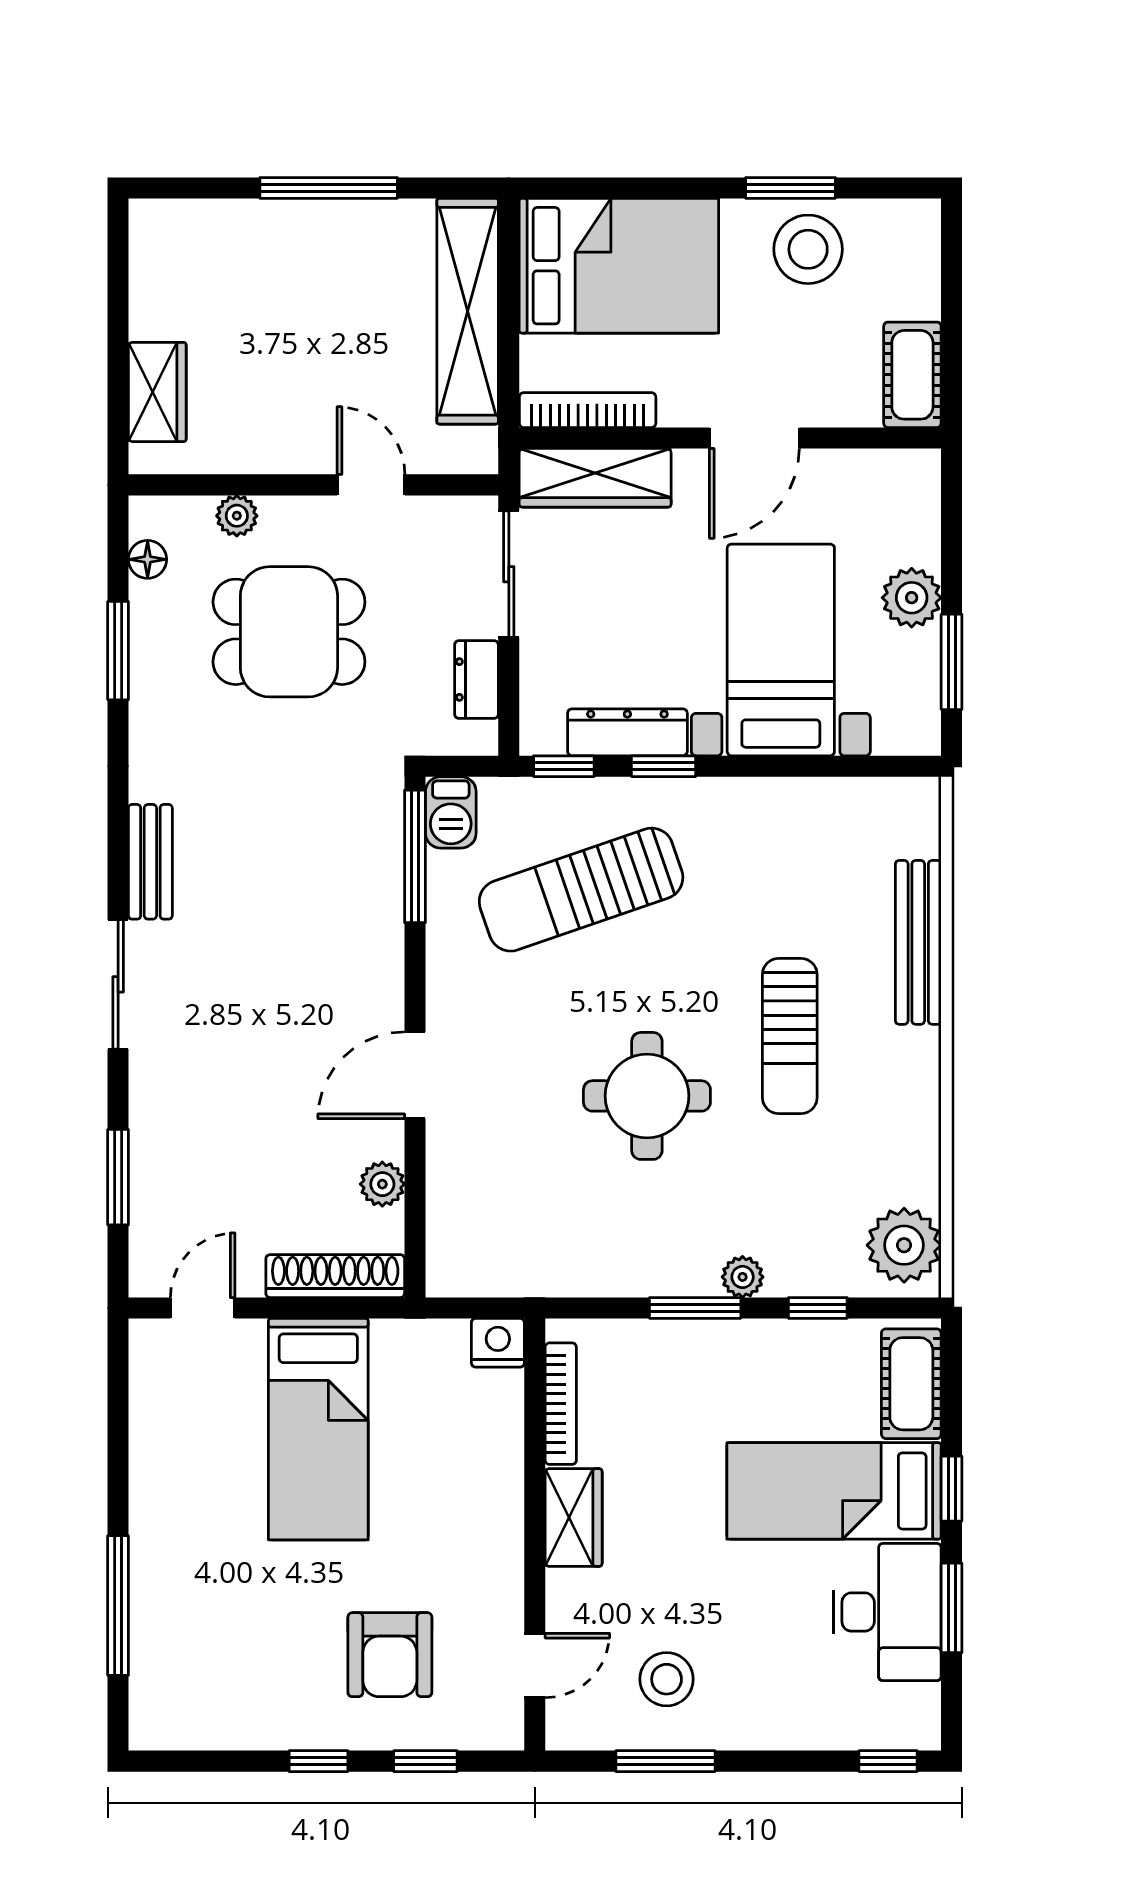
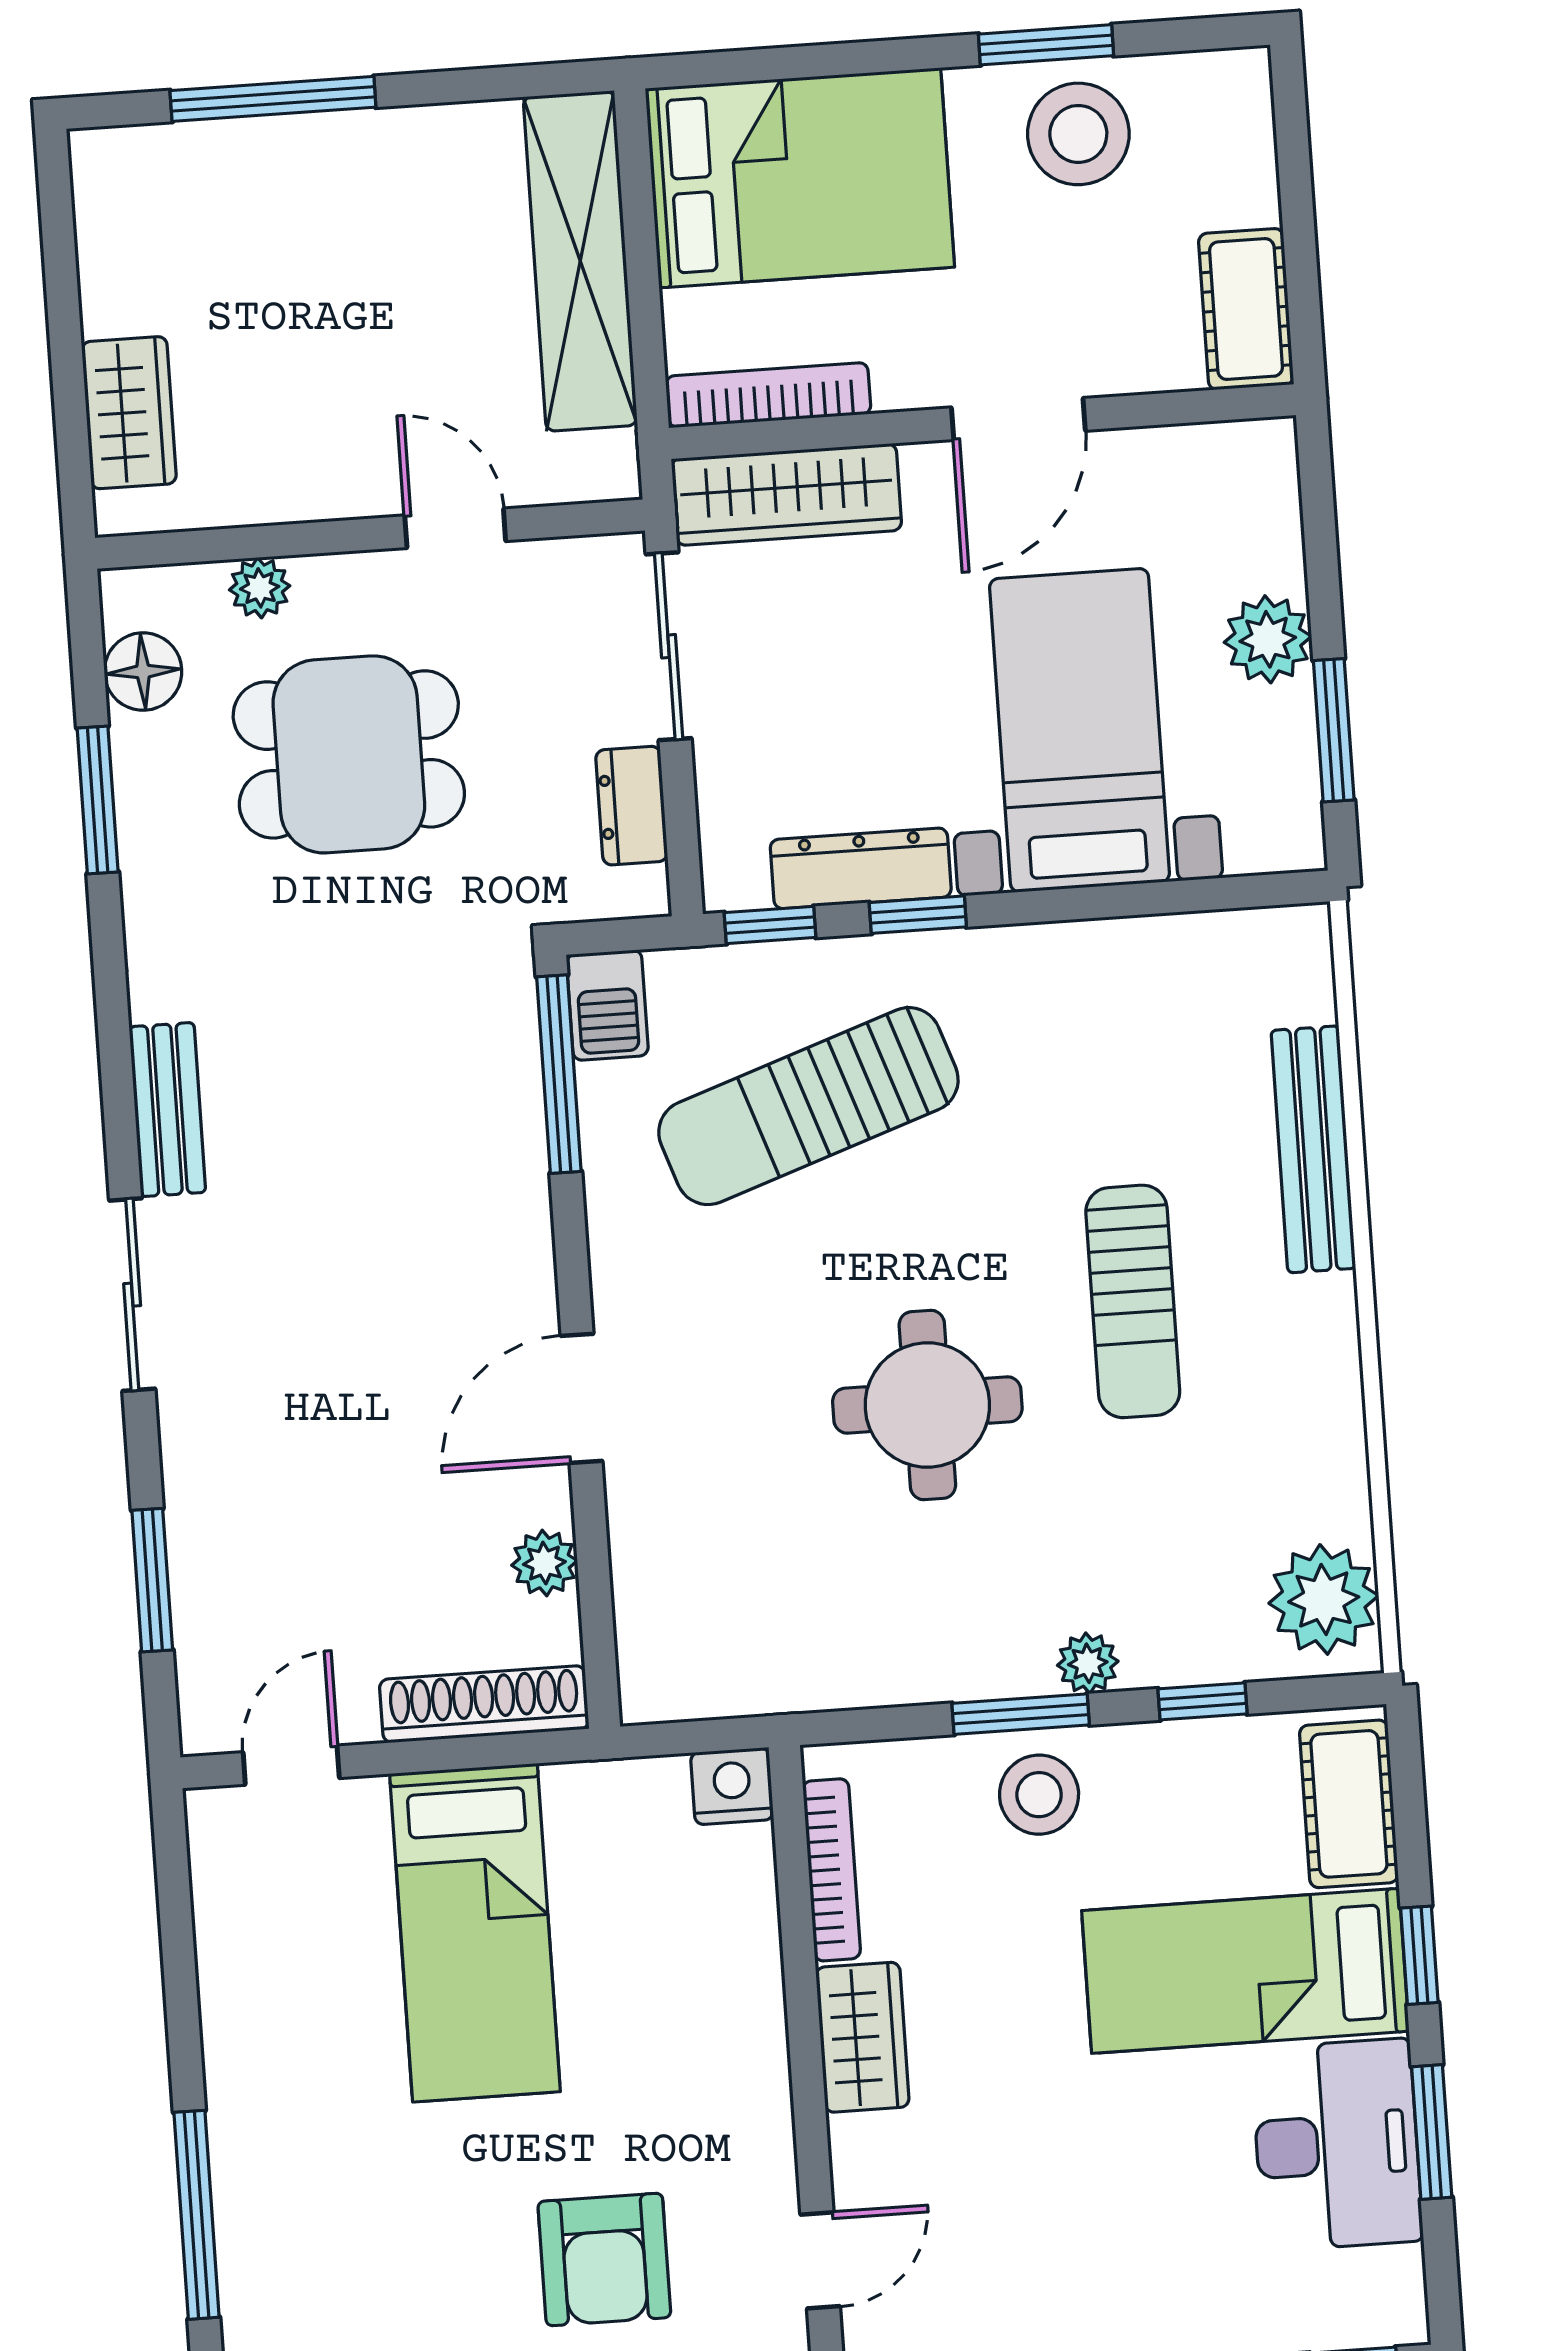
window: (329, 188) -> (273, 99), moved
floor lamp: (148, 559) -> (143, 672), width x1.37, depth x1.37
stool: (667, 1679) -> (1039, 1795), moved

